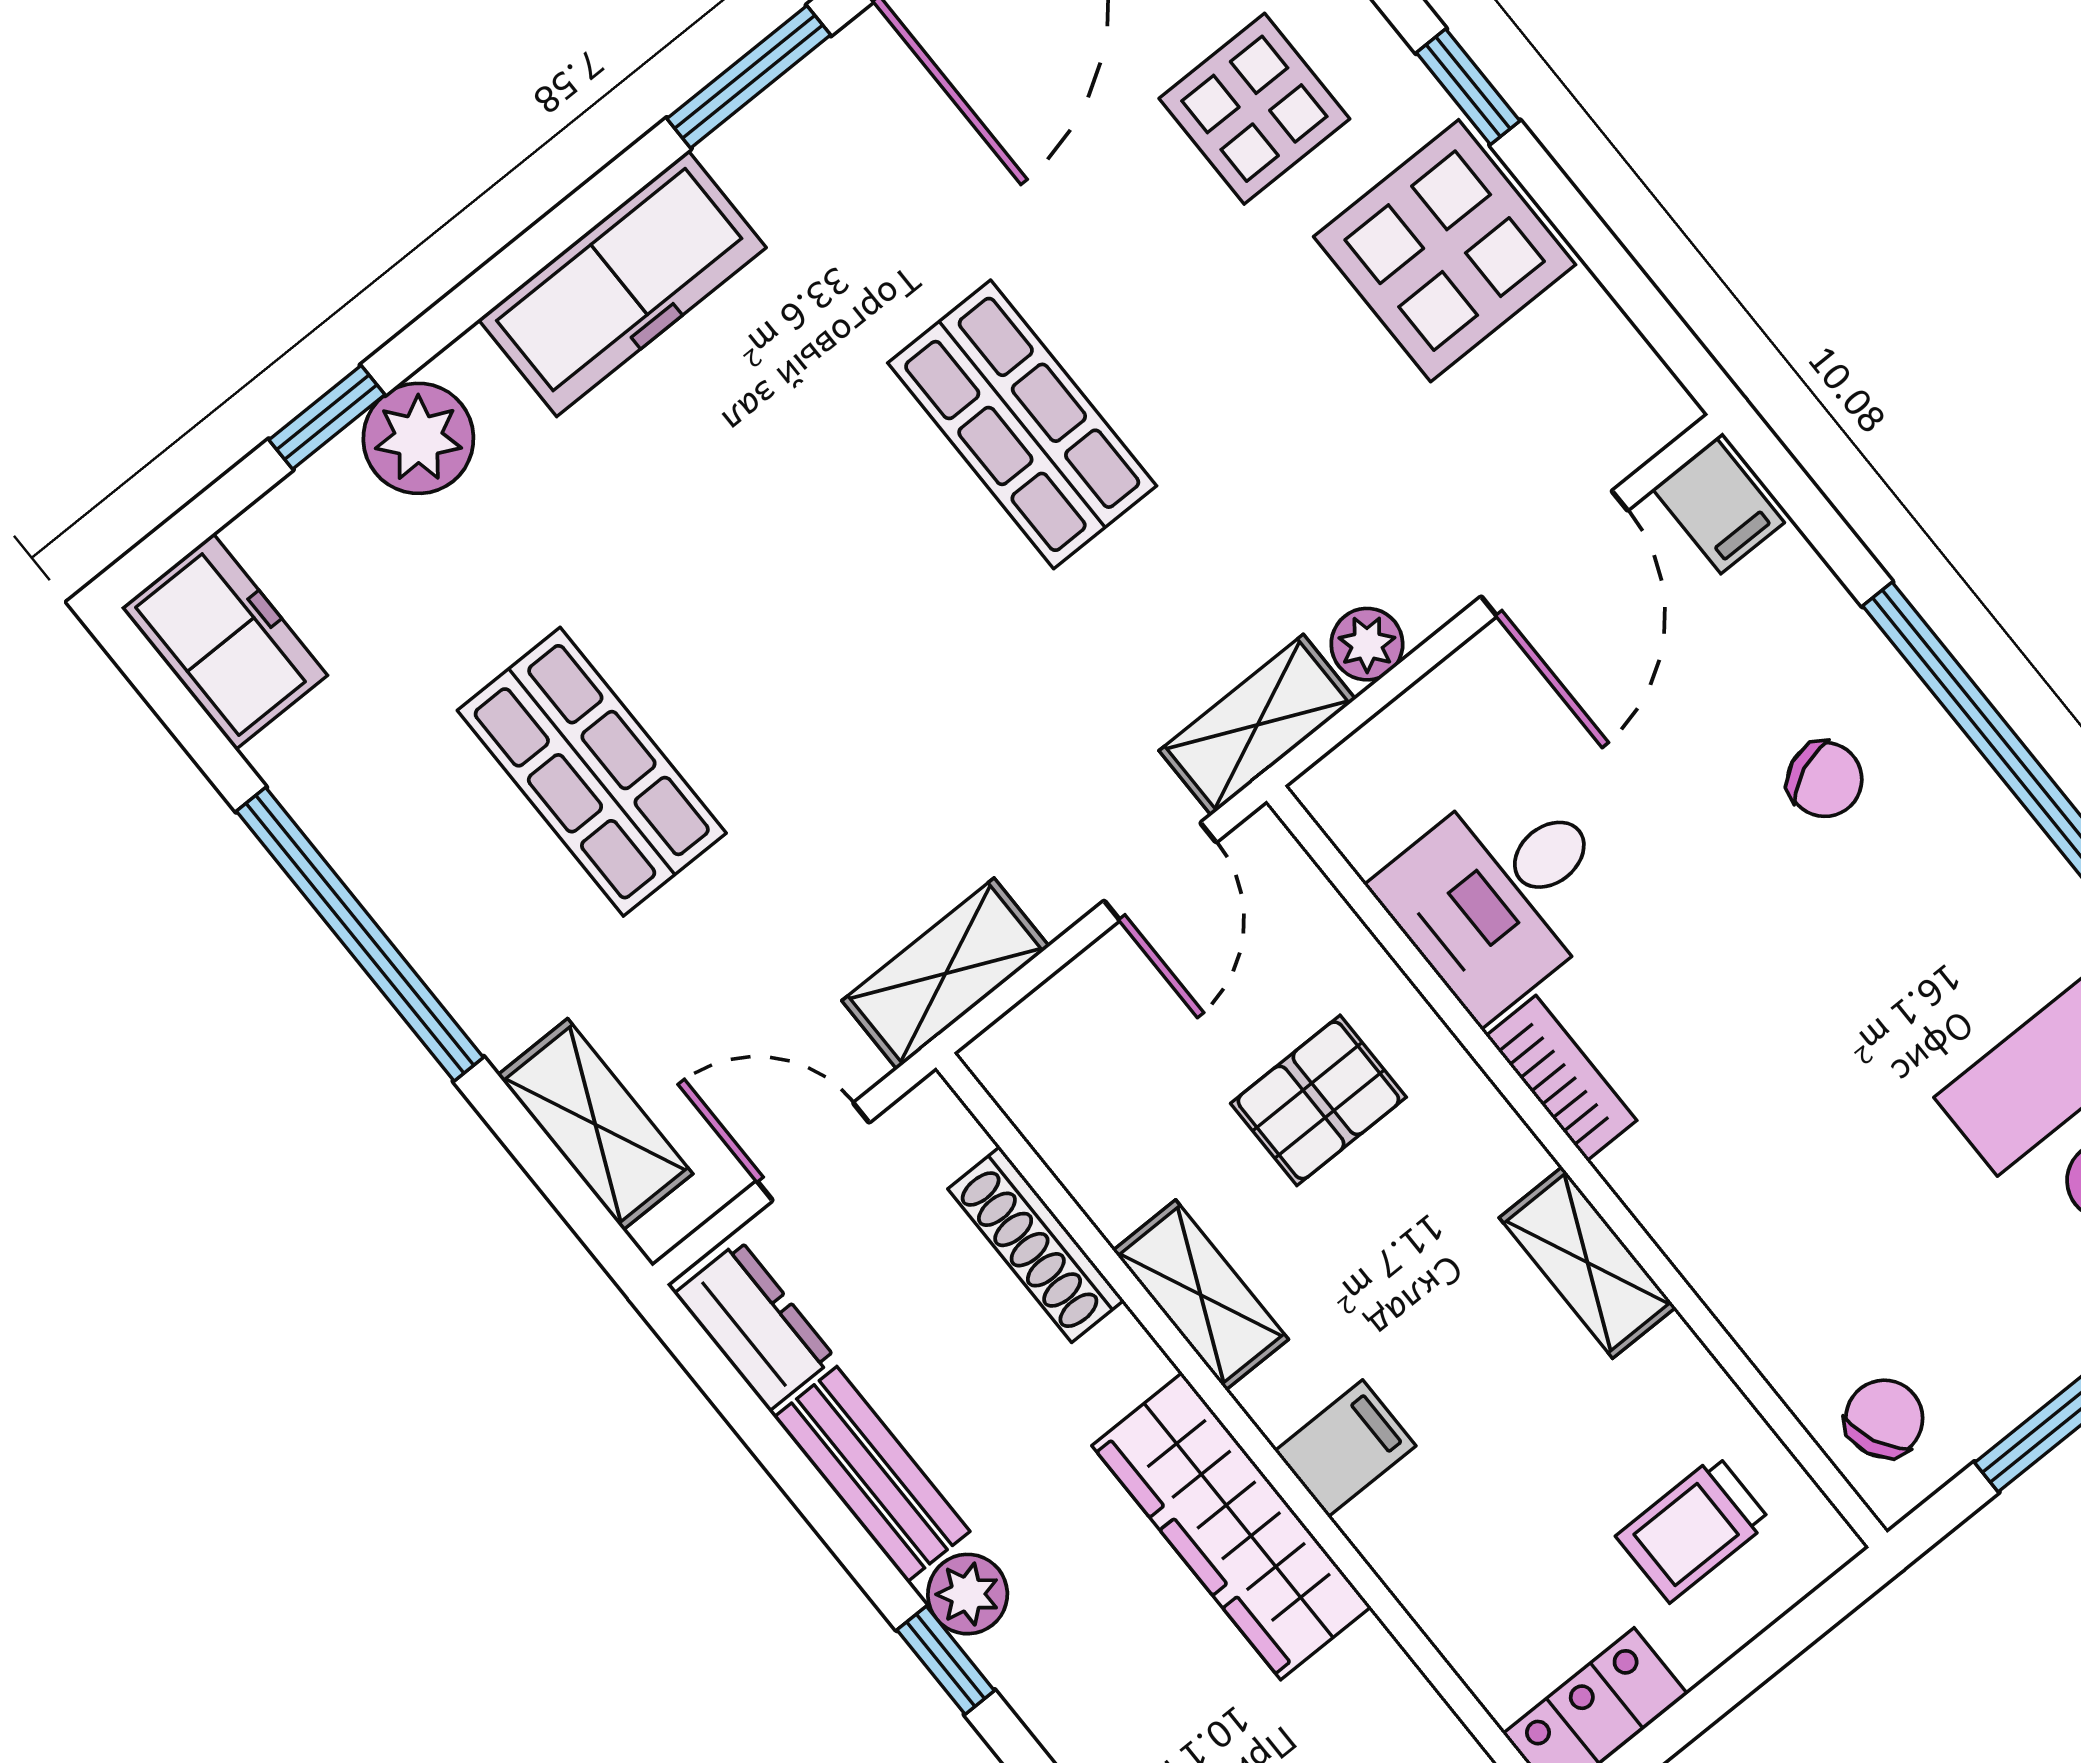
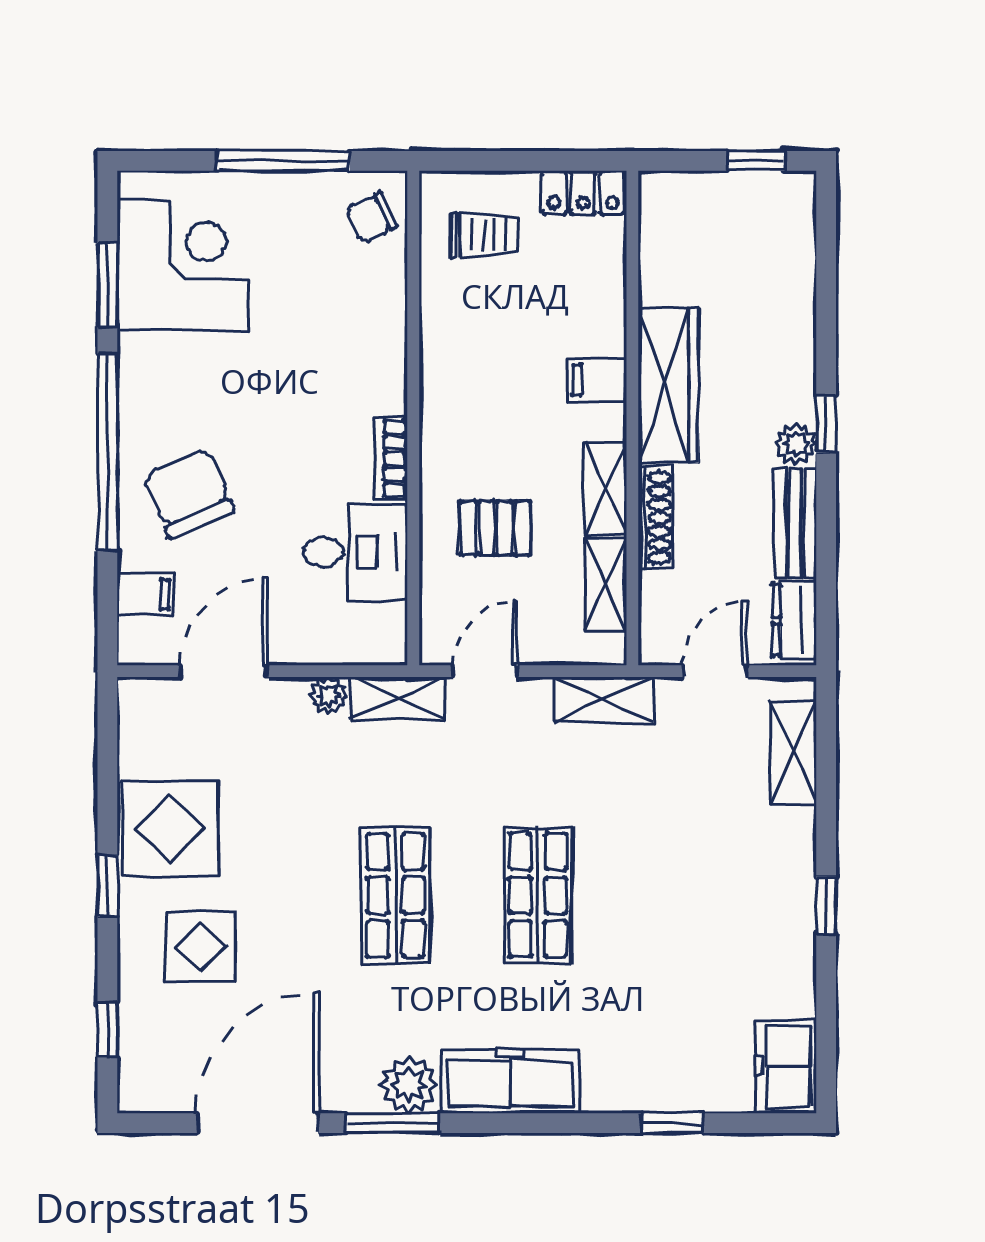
plant: (418, 438) -> (409, 1085), moved
filing cabinet: (1718, 506) -> (145, 595), moved, turned 90
shop shelf: (592, 772) -> (538, 895), moved
chair: (1825, 779) -> (189, 493), width x1.87, depth x1.87
window: (360, 934) -> (826, 905), width x0.32
door: (813, 1152) -> (715, 671), swing flipped
shoe rack: (1036, 1245) -> (656, 518), moved
shelving: (1587, 1263) -> (606, 585), moved

